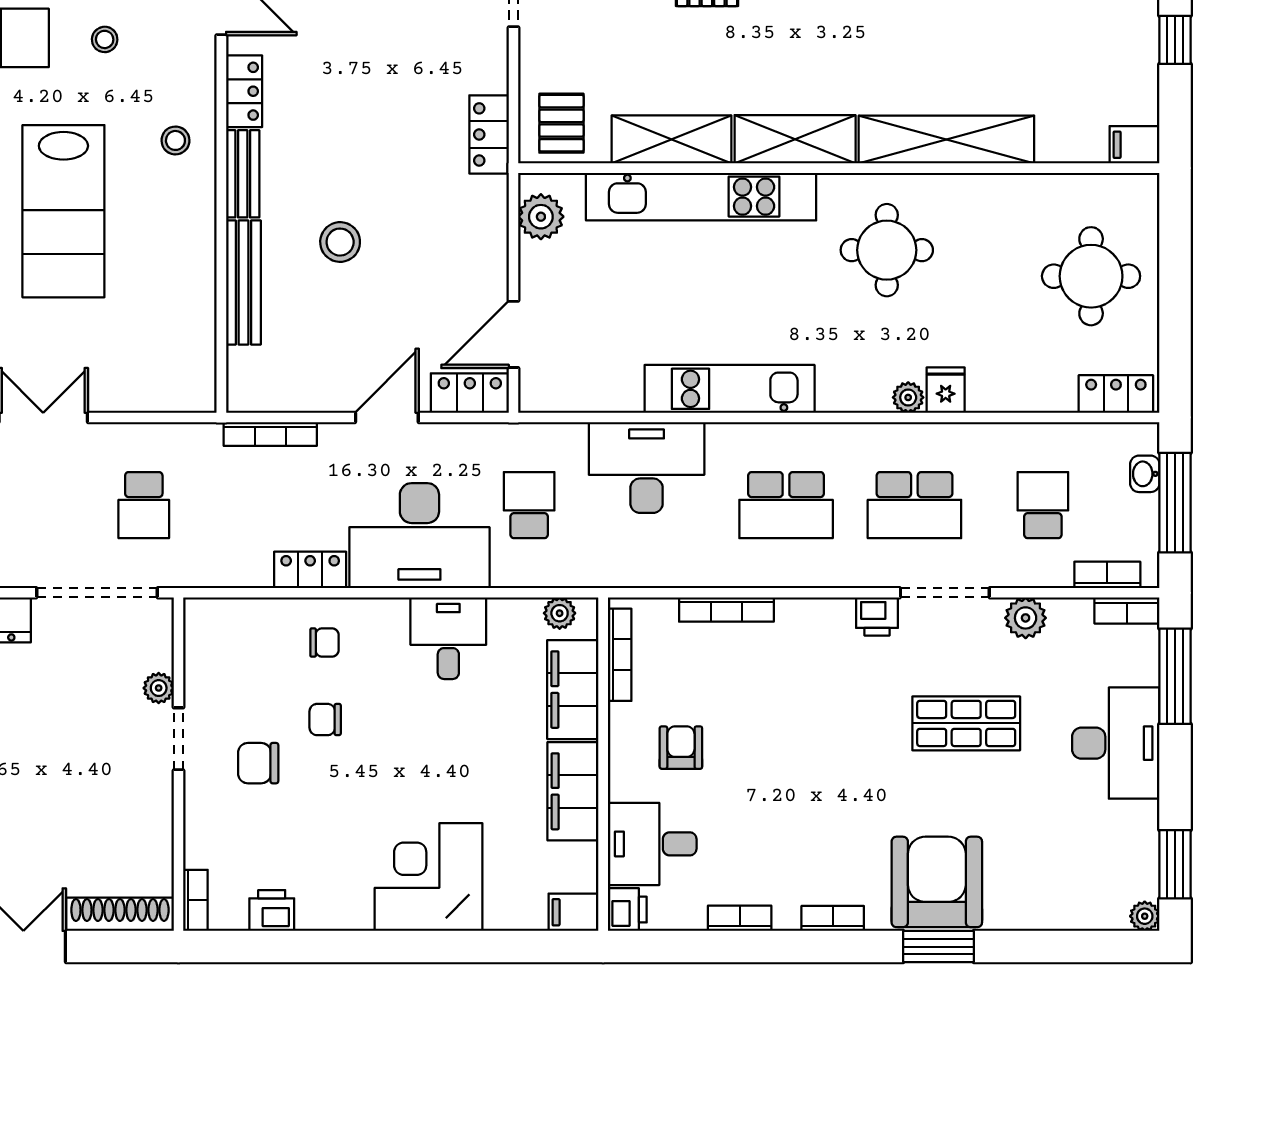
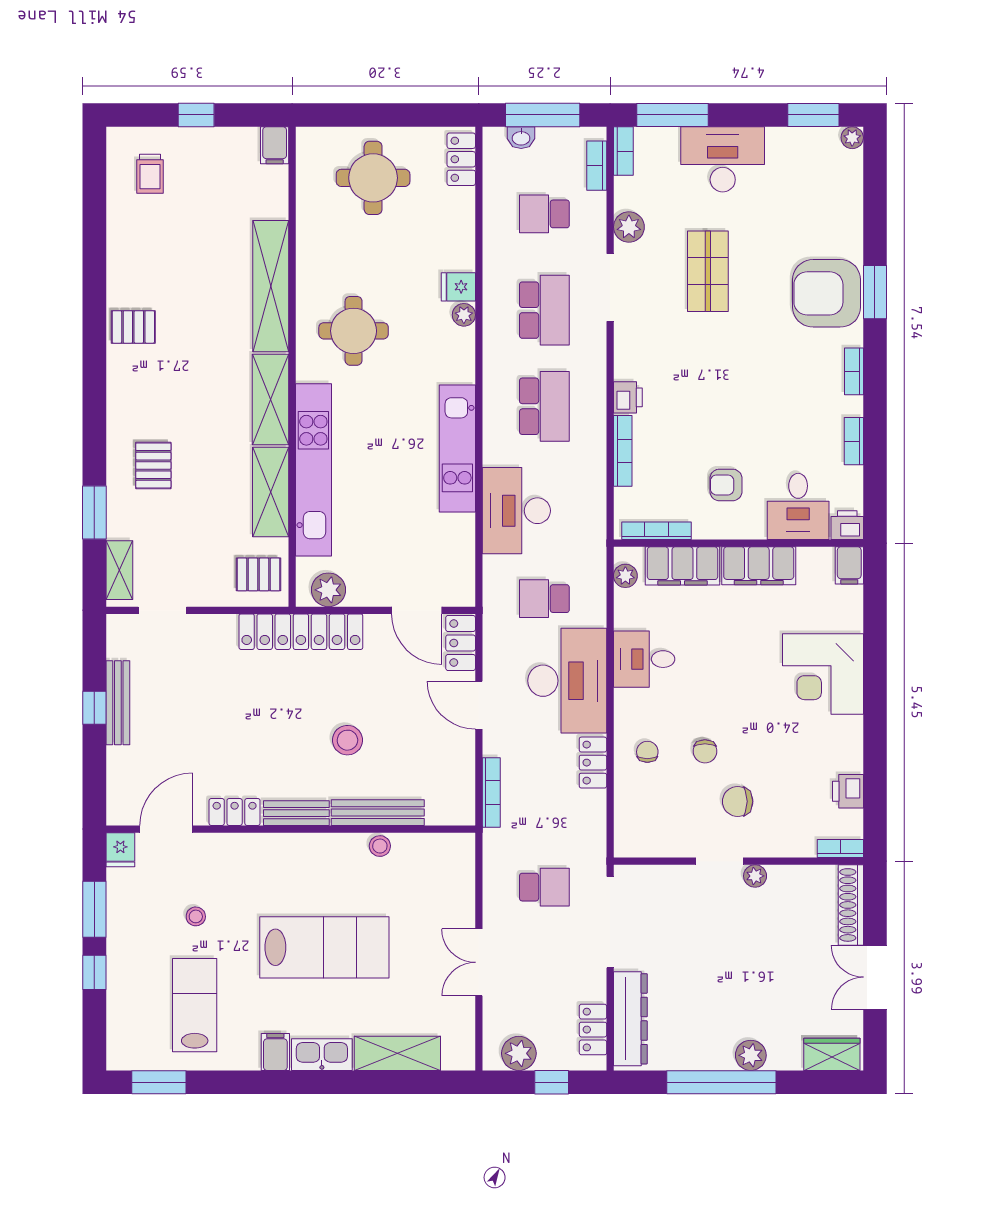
locker: (489, 134) -> (301, 632), width x2.16, depth x1.21
stool: (175, 140) -> (380, 846), moved
printer: (877, 616) -> (628, 397), moved
plant: (159, 688) -> (755, 876), moved
chair: (258, 763) -> (738, 801), turned 90

